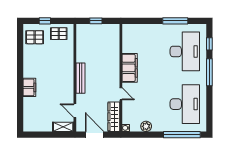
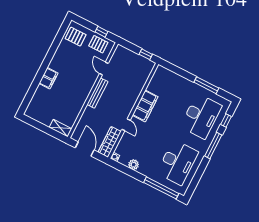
window: (45, 21) -> (102, 32), moved
window: (96, 21) -> (146, 54), moved
door: (75, 111) -> (104, 69), moved

